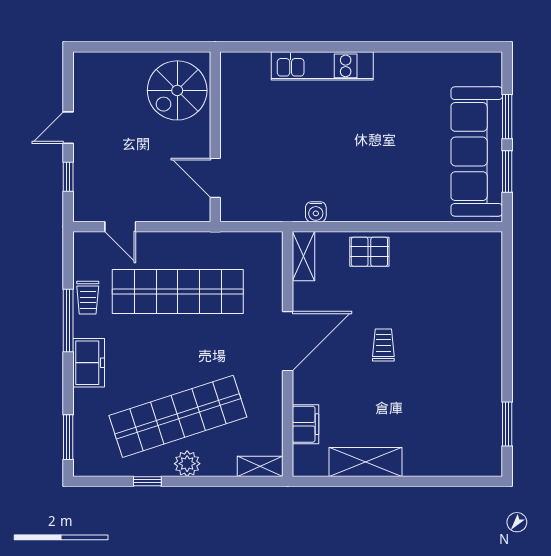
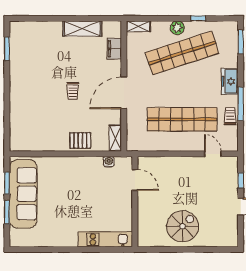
wall: (215, 137) -> (135, 202), moved
door: (215, 178) -> (135, 180), moved

